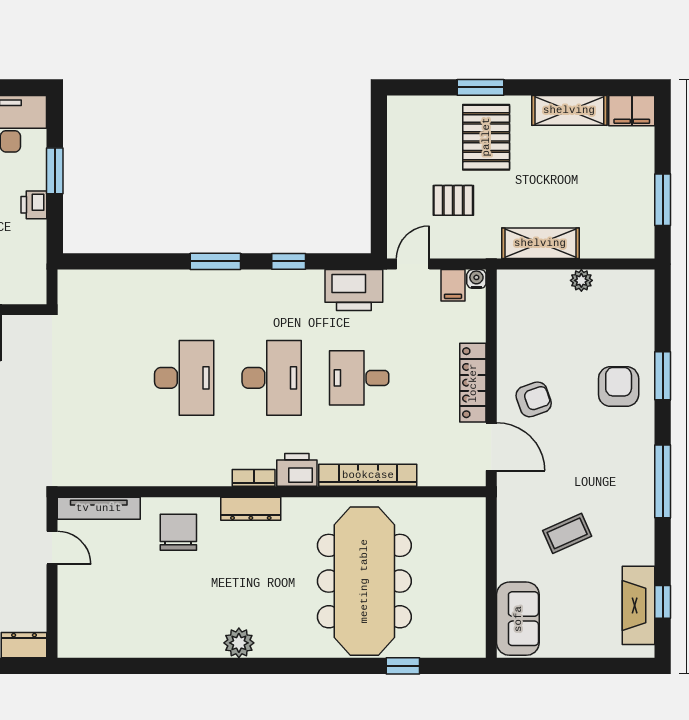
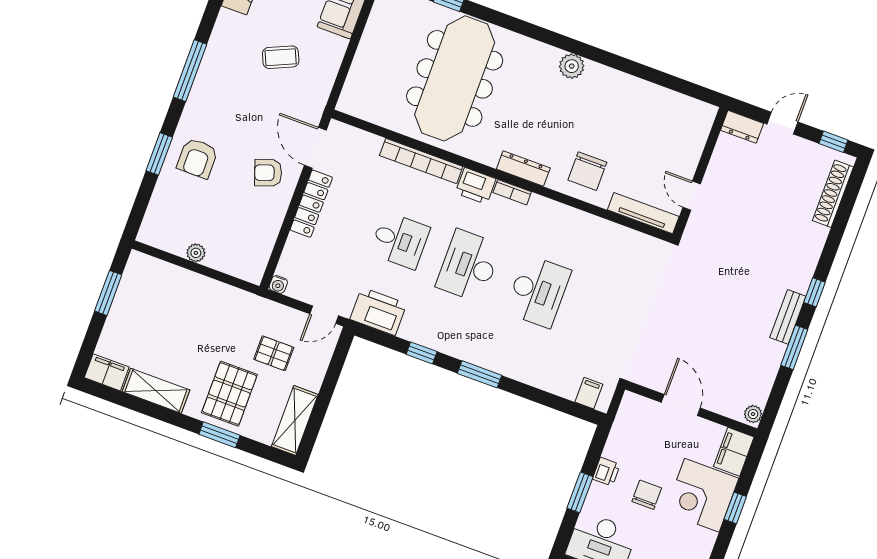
shelving: (540, 243) -> (295, 421), moved, turned 90
filing cabinet: (453, 285) -> (589, 393), moved
desk: (184, 378) -> (538, 291), turned 180

